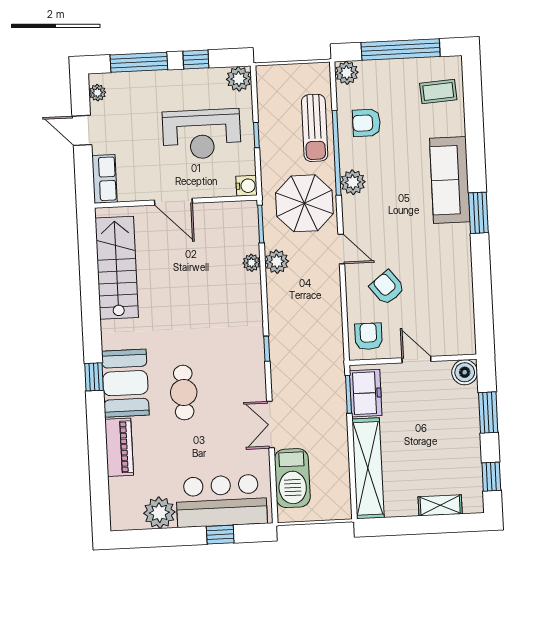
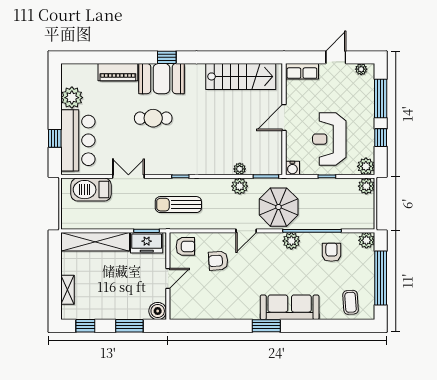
plant: (268, 77) -> (366, 186), added
sun lounger: (315, 128) -> (178, 205), moved
armchair: (387, 288) -> (218, 261), turned -146

